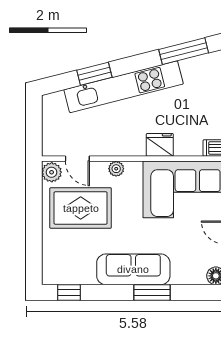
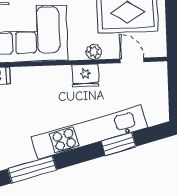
fridge: (160, 145) -> (85, 76), moved
plant: (52, 172) -> (157, 46), removed

